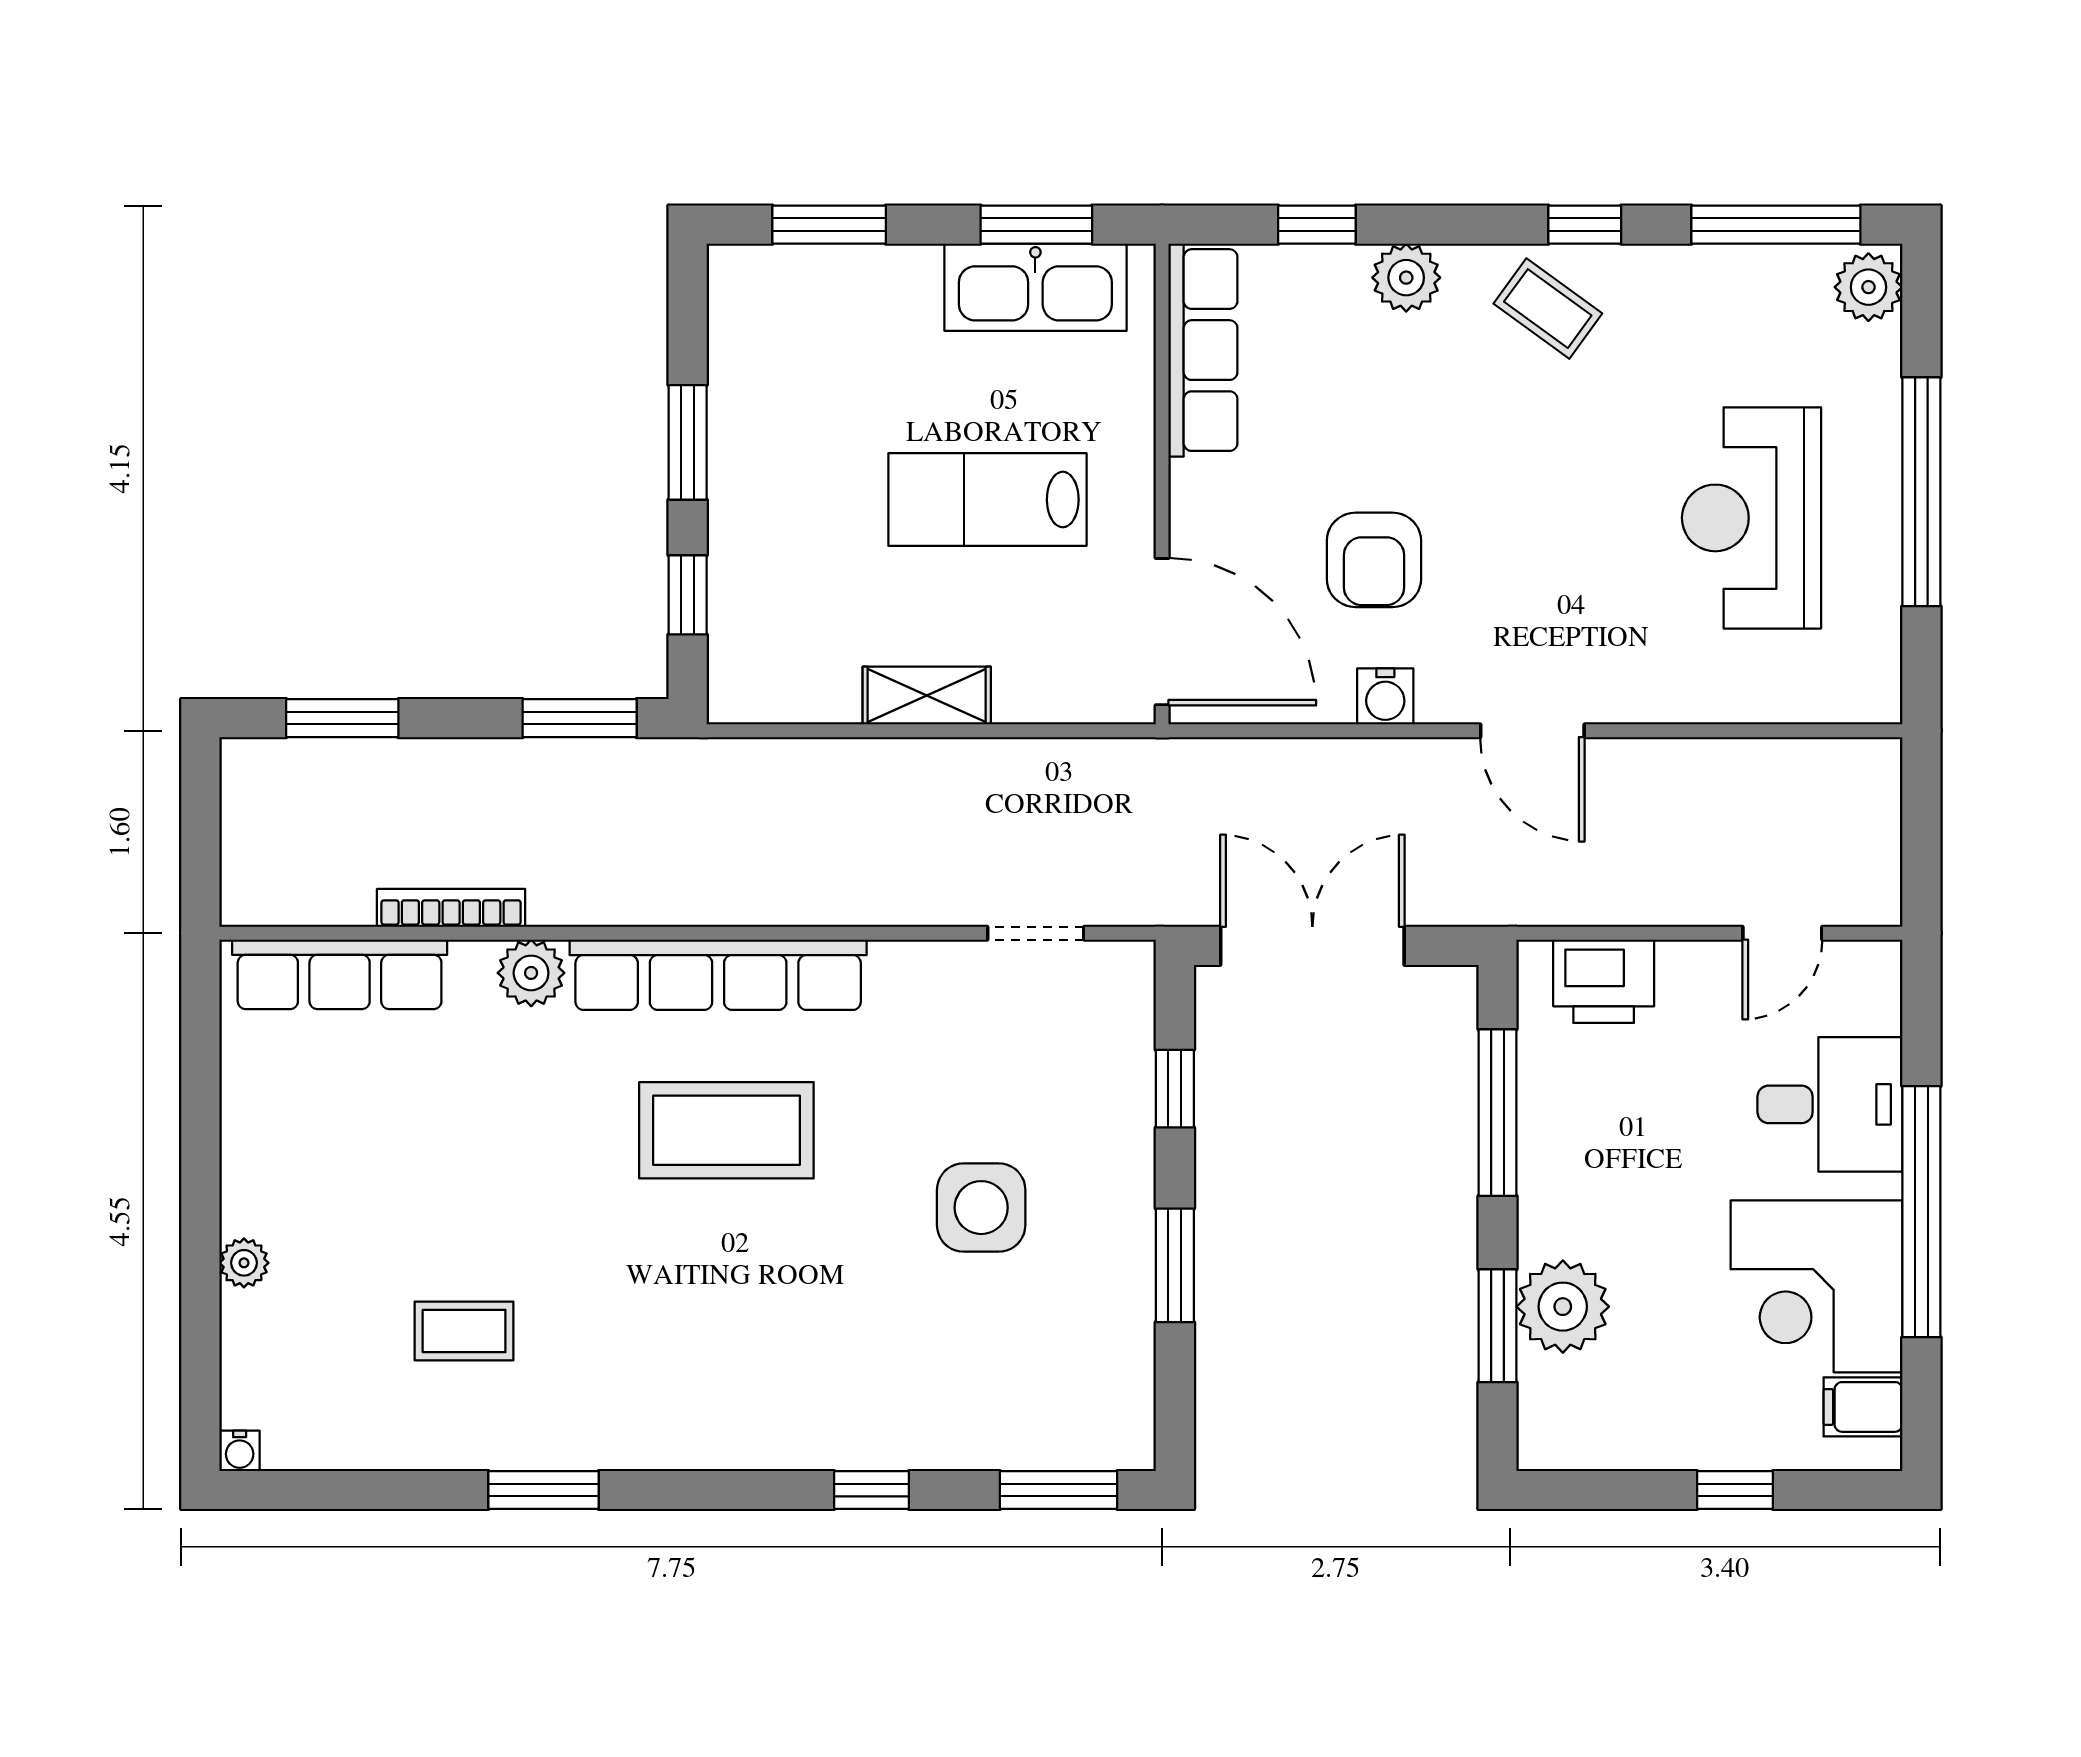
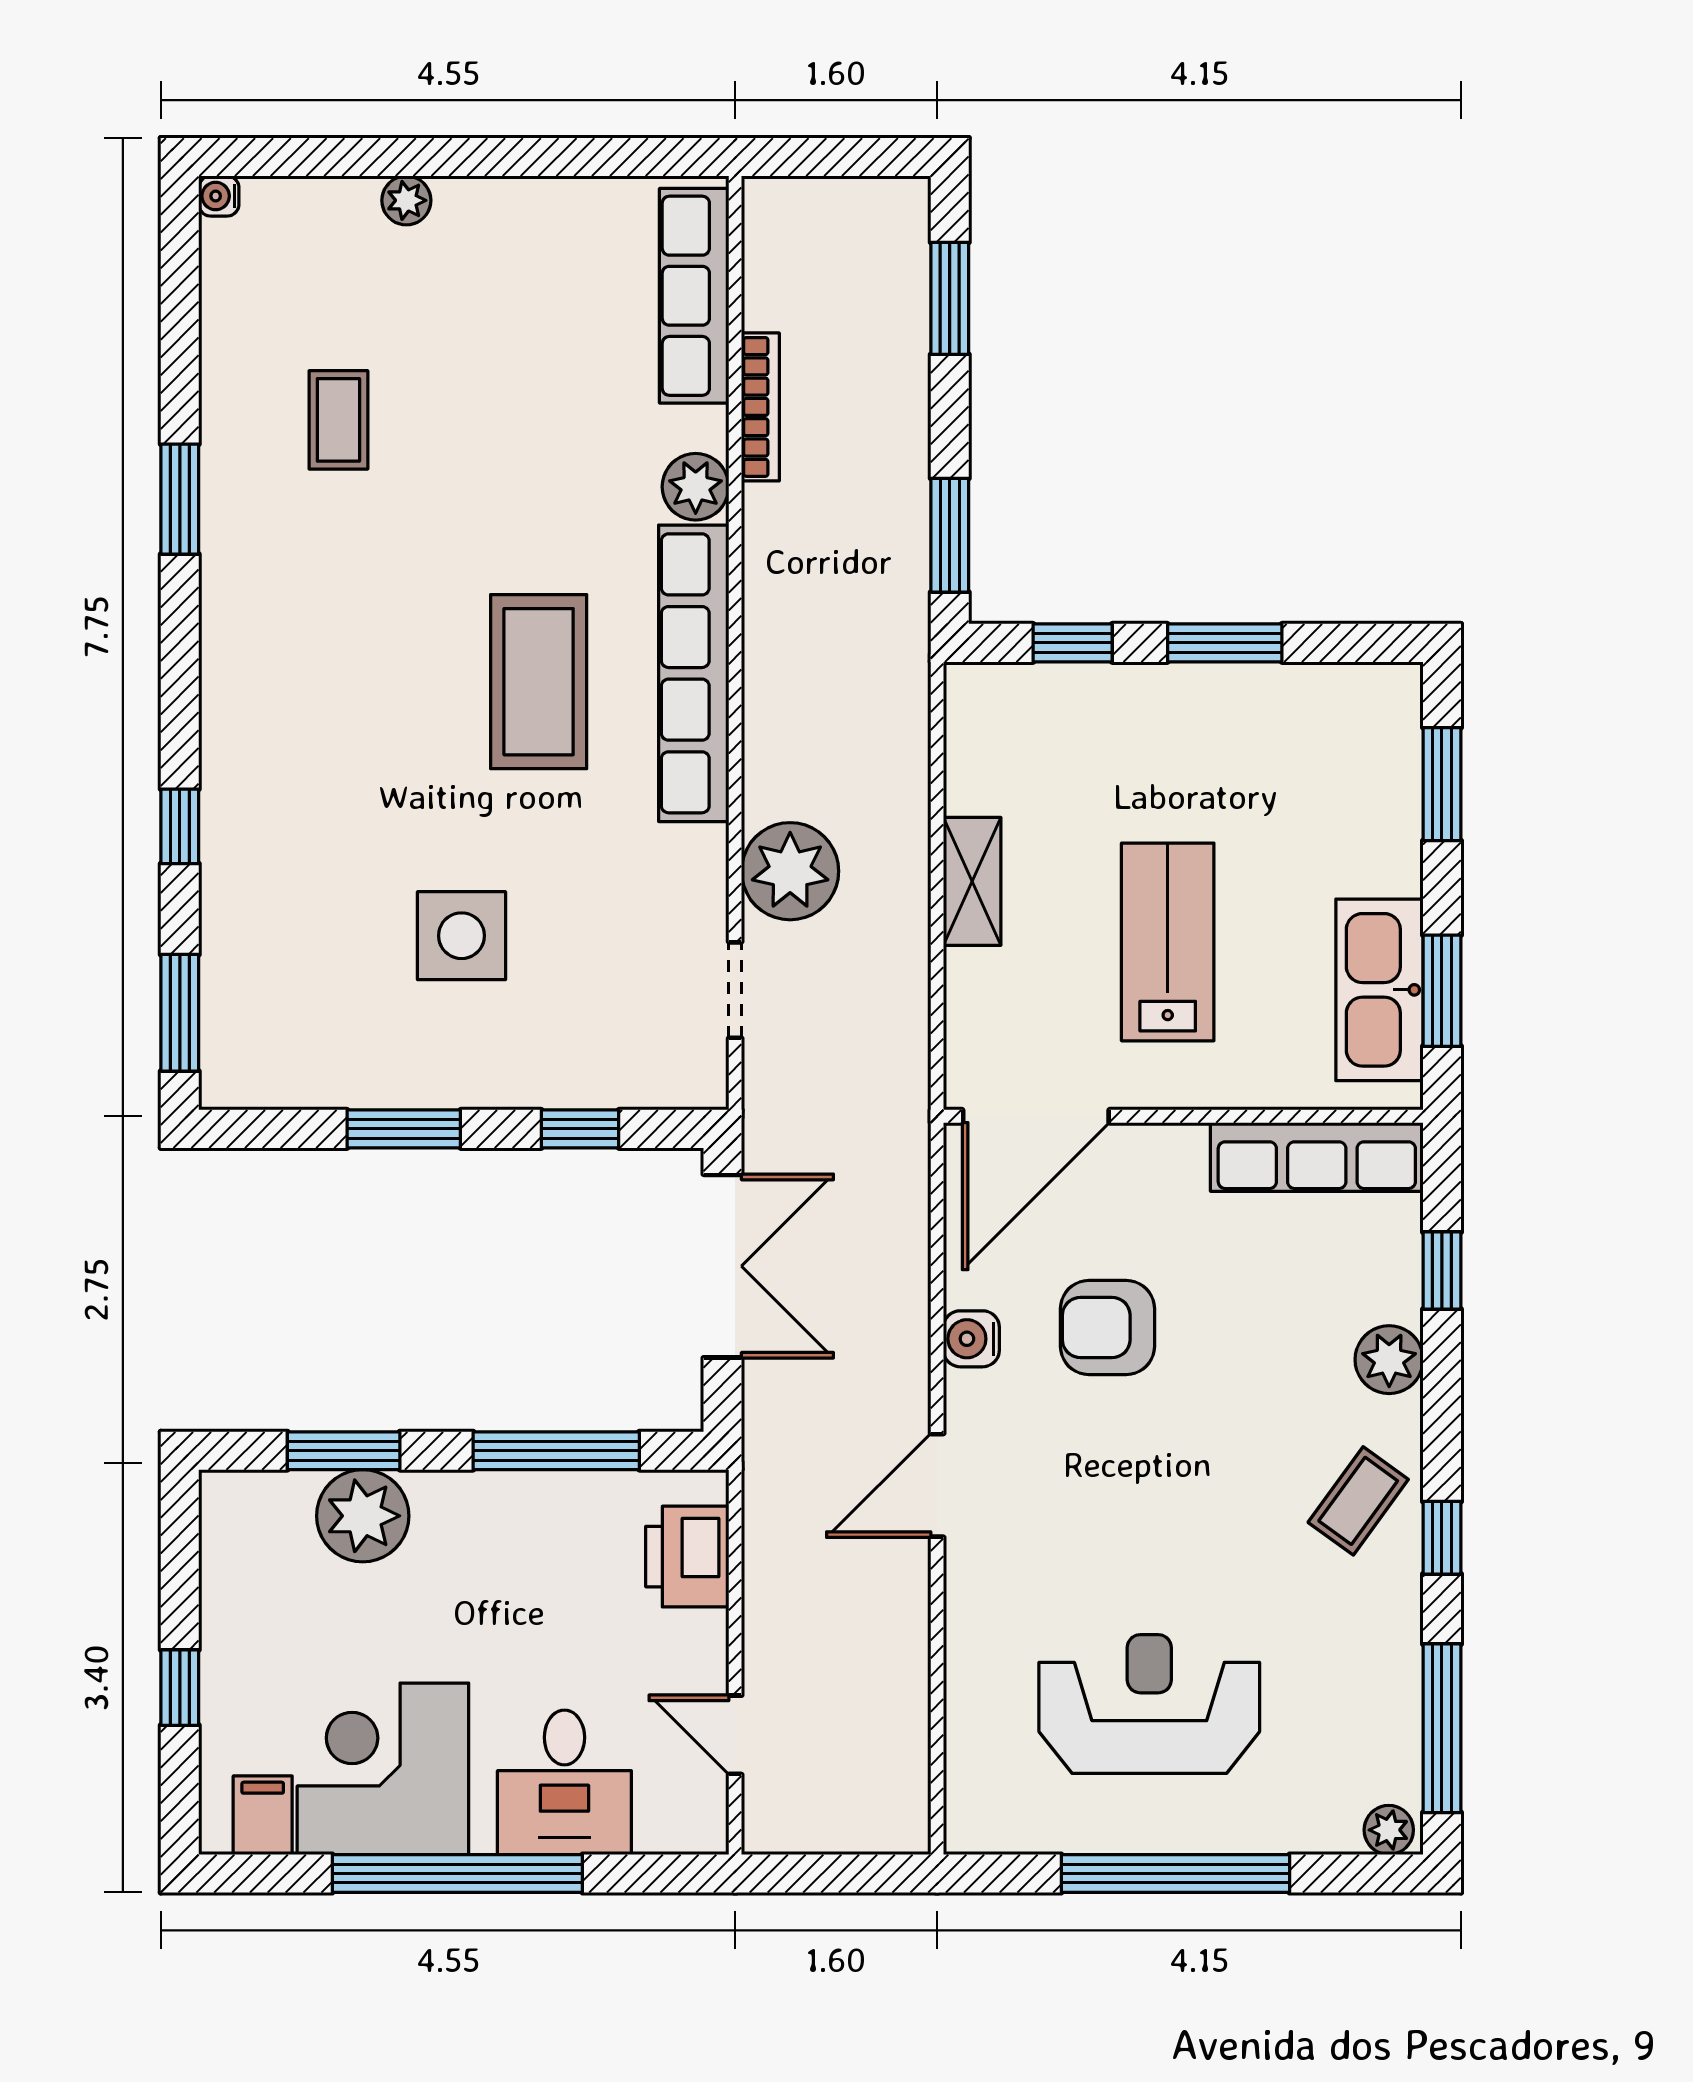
plant: (1868, 287) -> (1389, 1830), width x0.73, depth x0.73
plant: (916, 878) -> (790, 871), added

